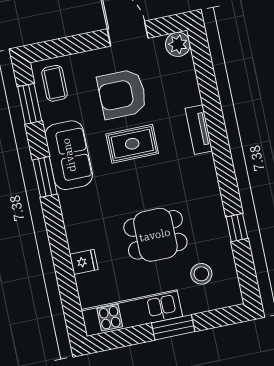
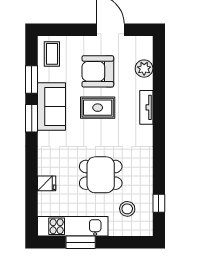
plant: (178, 44) -> (144, 69), moved
window: (30, 104) -> (32, 80), moved
window: (237, 228) -> (159, 203), moved
window: (173, 327) -> (81, 242), moved

